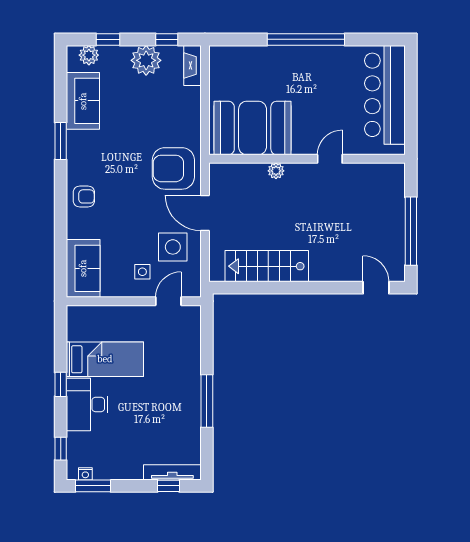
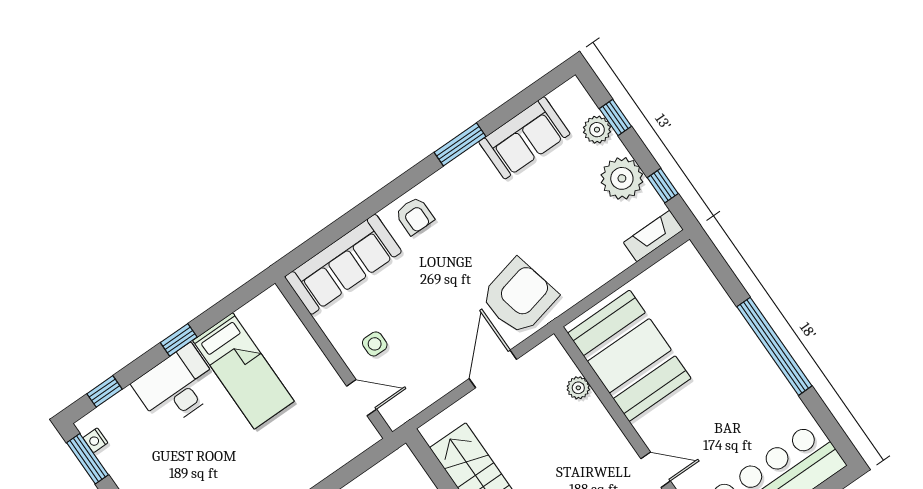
plant: (89, 55) -> (597, 130), moved
armchair: (173, 168) -> (519, 297), turned 77
plant: (276, 171) -> (578, 388), moved
side table: (173, 247) -> (428, 359), removed
sofa: (83, 268) -> (343, 264), width x1.36

